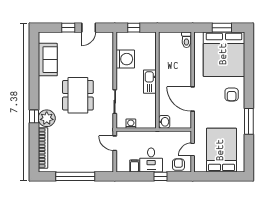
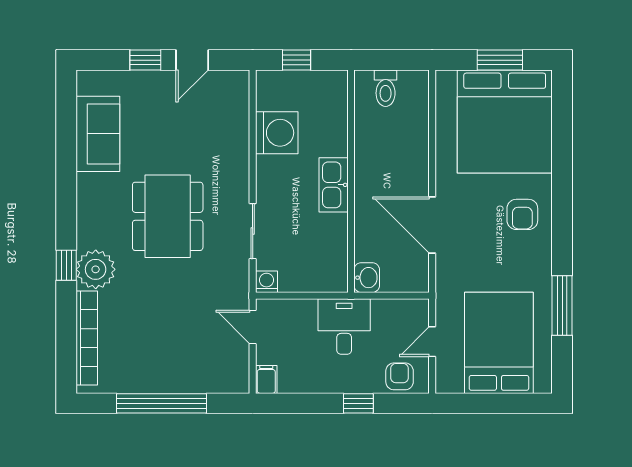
toilet: (186, 40) -> (386, 88), moved
window: (249, 121) -> (562, 306), moved
washing machine: (131, 124) -> (266, 282), moved
desk: (151, 160) -> (344, 327), moved, turned 180
filing cabinet: (134, 166) -> (266, 379), moved

